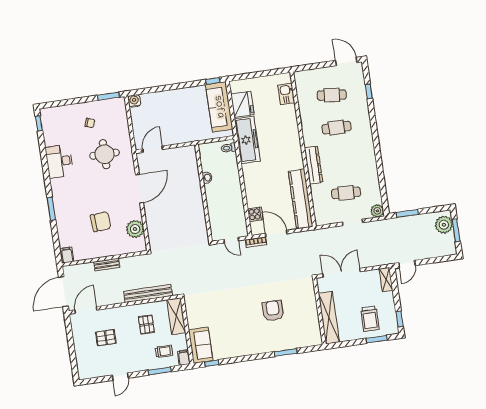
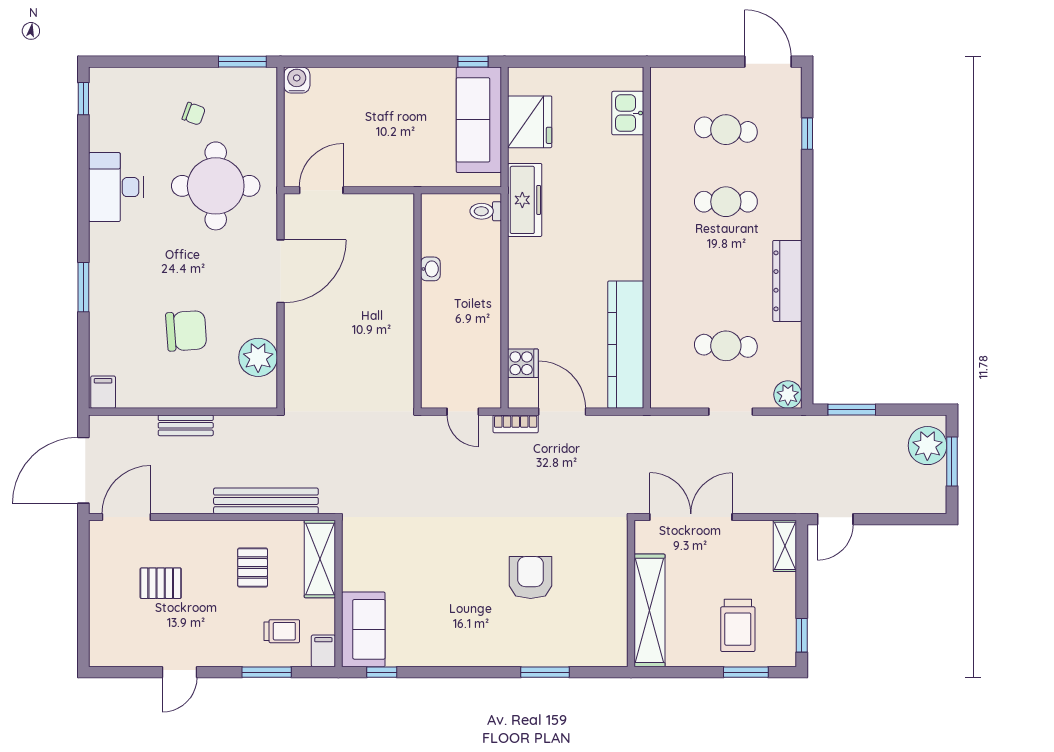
freezer: (247, 140) -> (525, 200), width x0.73, depth x0.79
round table: (105, 154) -> (216, 186), width x1.36, depth x1.36
dresser: (314, 165) -> (787, 281), moved, turned 180

